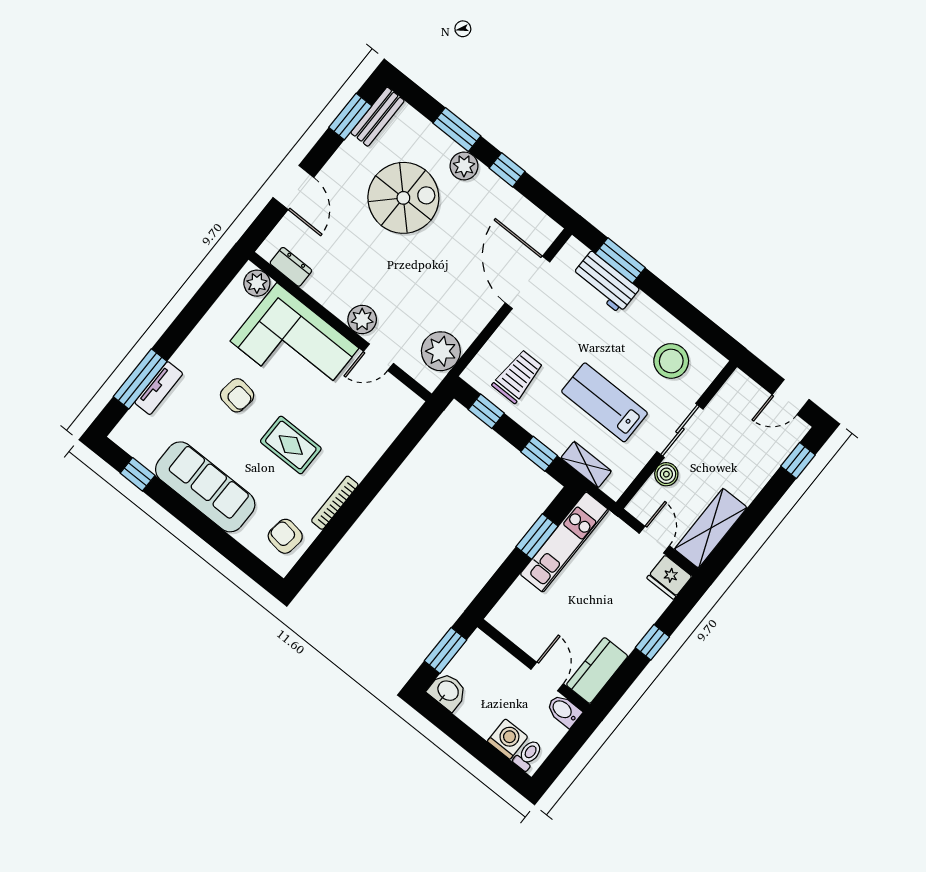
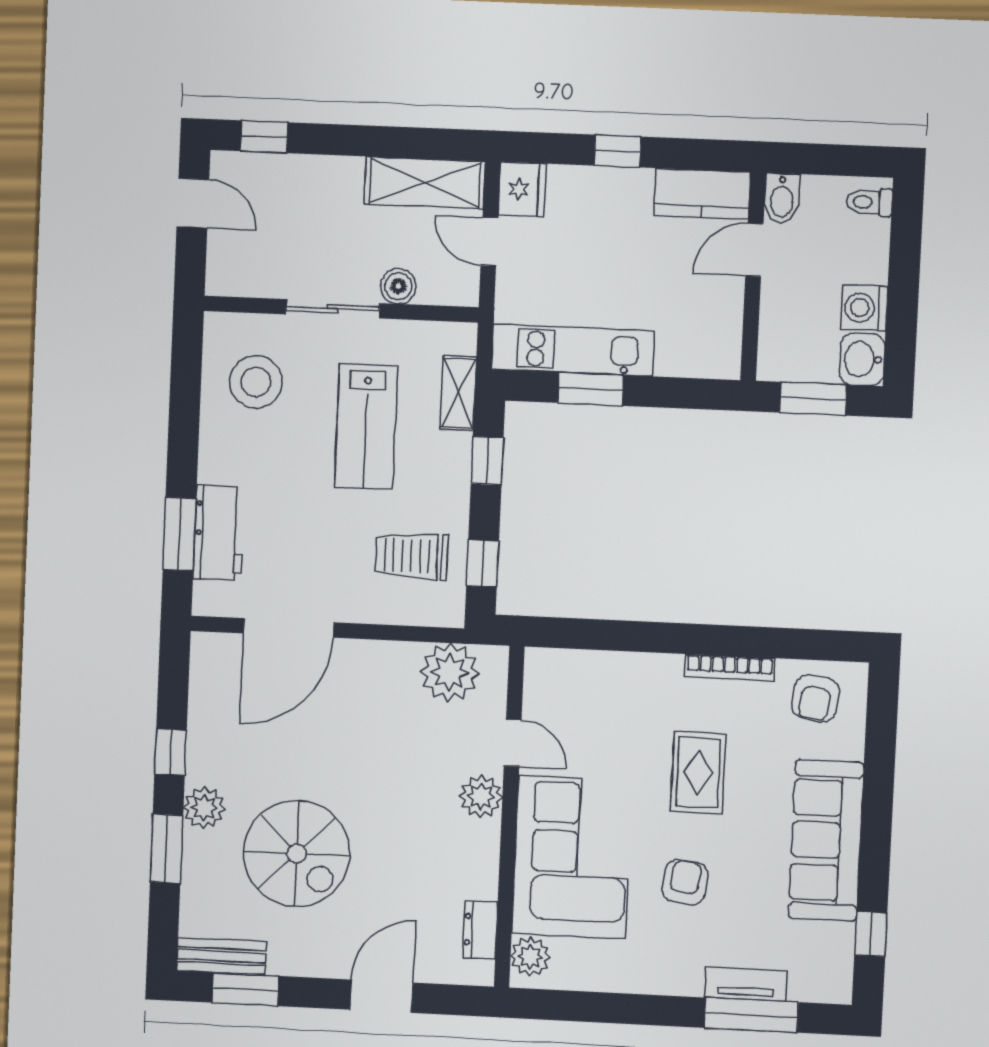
spiral stairs: (403, 198) -> (297, 854), turned 180
door: (654, 540) -> (489, 242), hinge flipped
washing machine: (508, 739) -> (864, 308), moved

